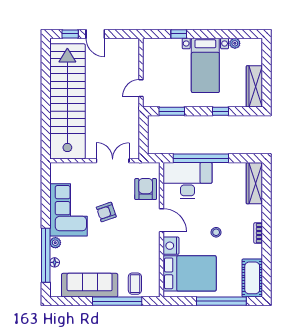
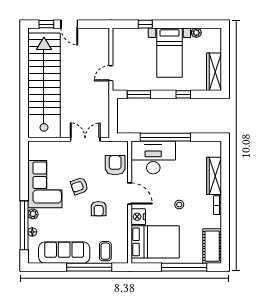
wardrobe: (254, 183) -> (214, 176), moved
armchair: (128, 237) -> (99, 209), added

